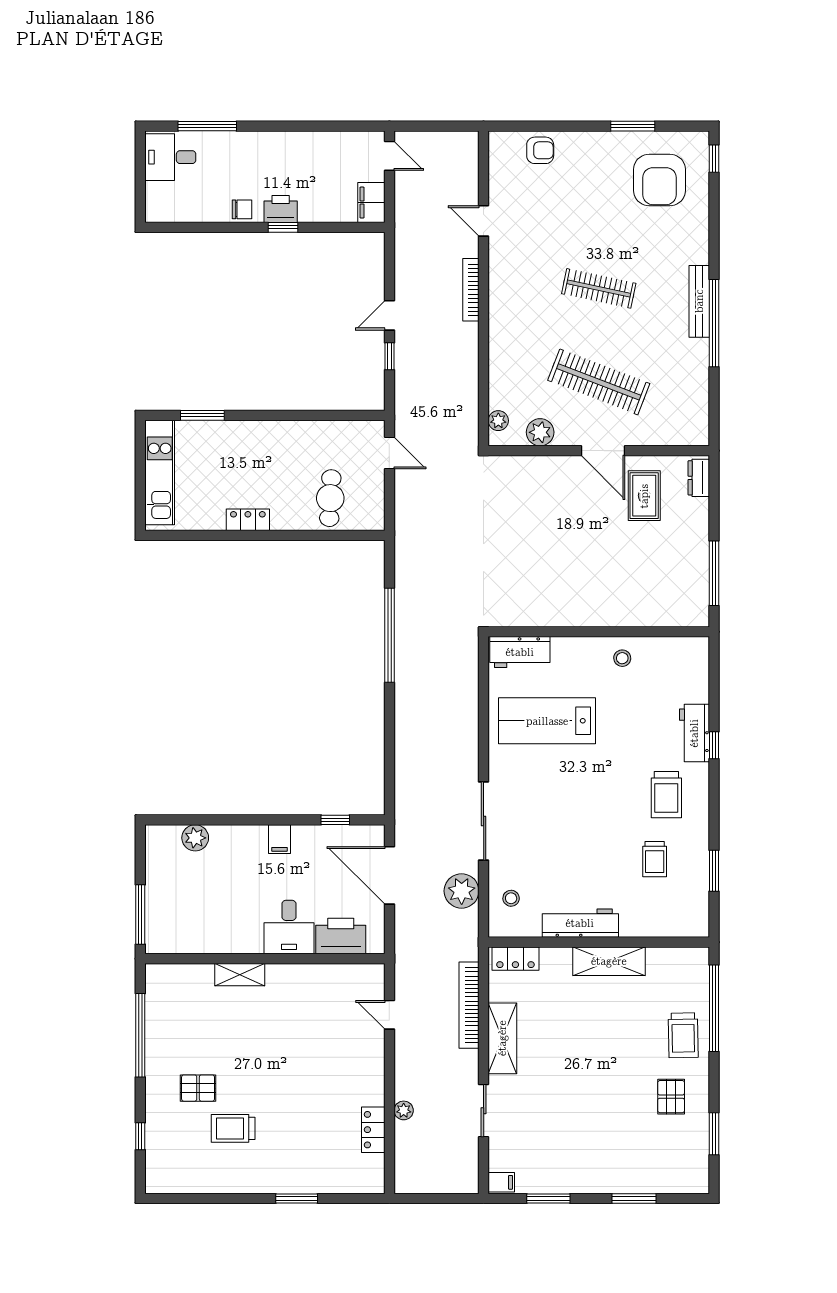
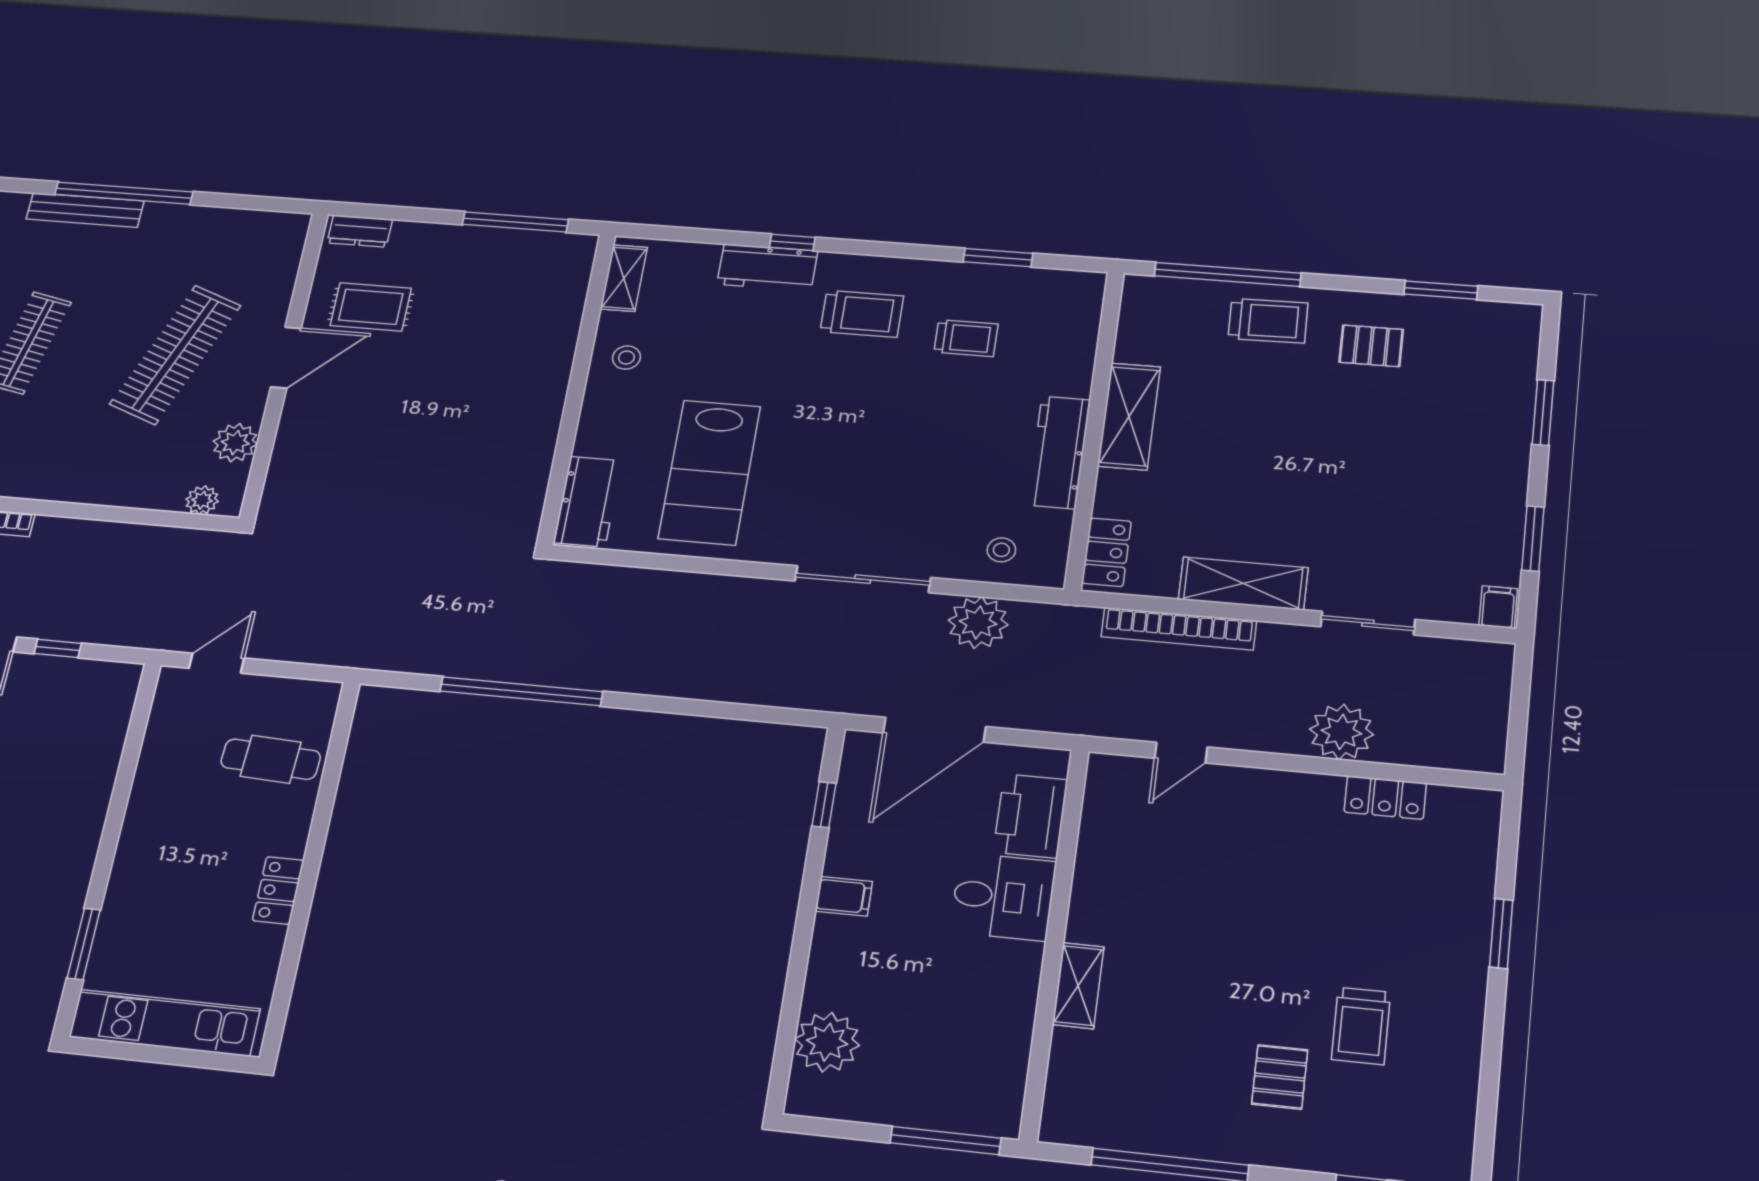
shelving: (679, 647) -> (624, 278), added
plant: (195, 838) -> (827, 1042), width x1.36, depth x1.36
plant: (404, 1110) -> (1341, 732), width x1.88, depth x1.88

